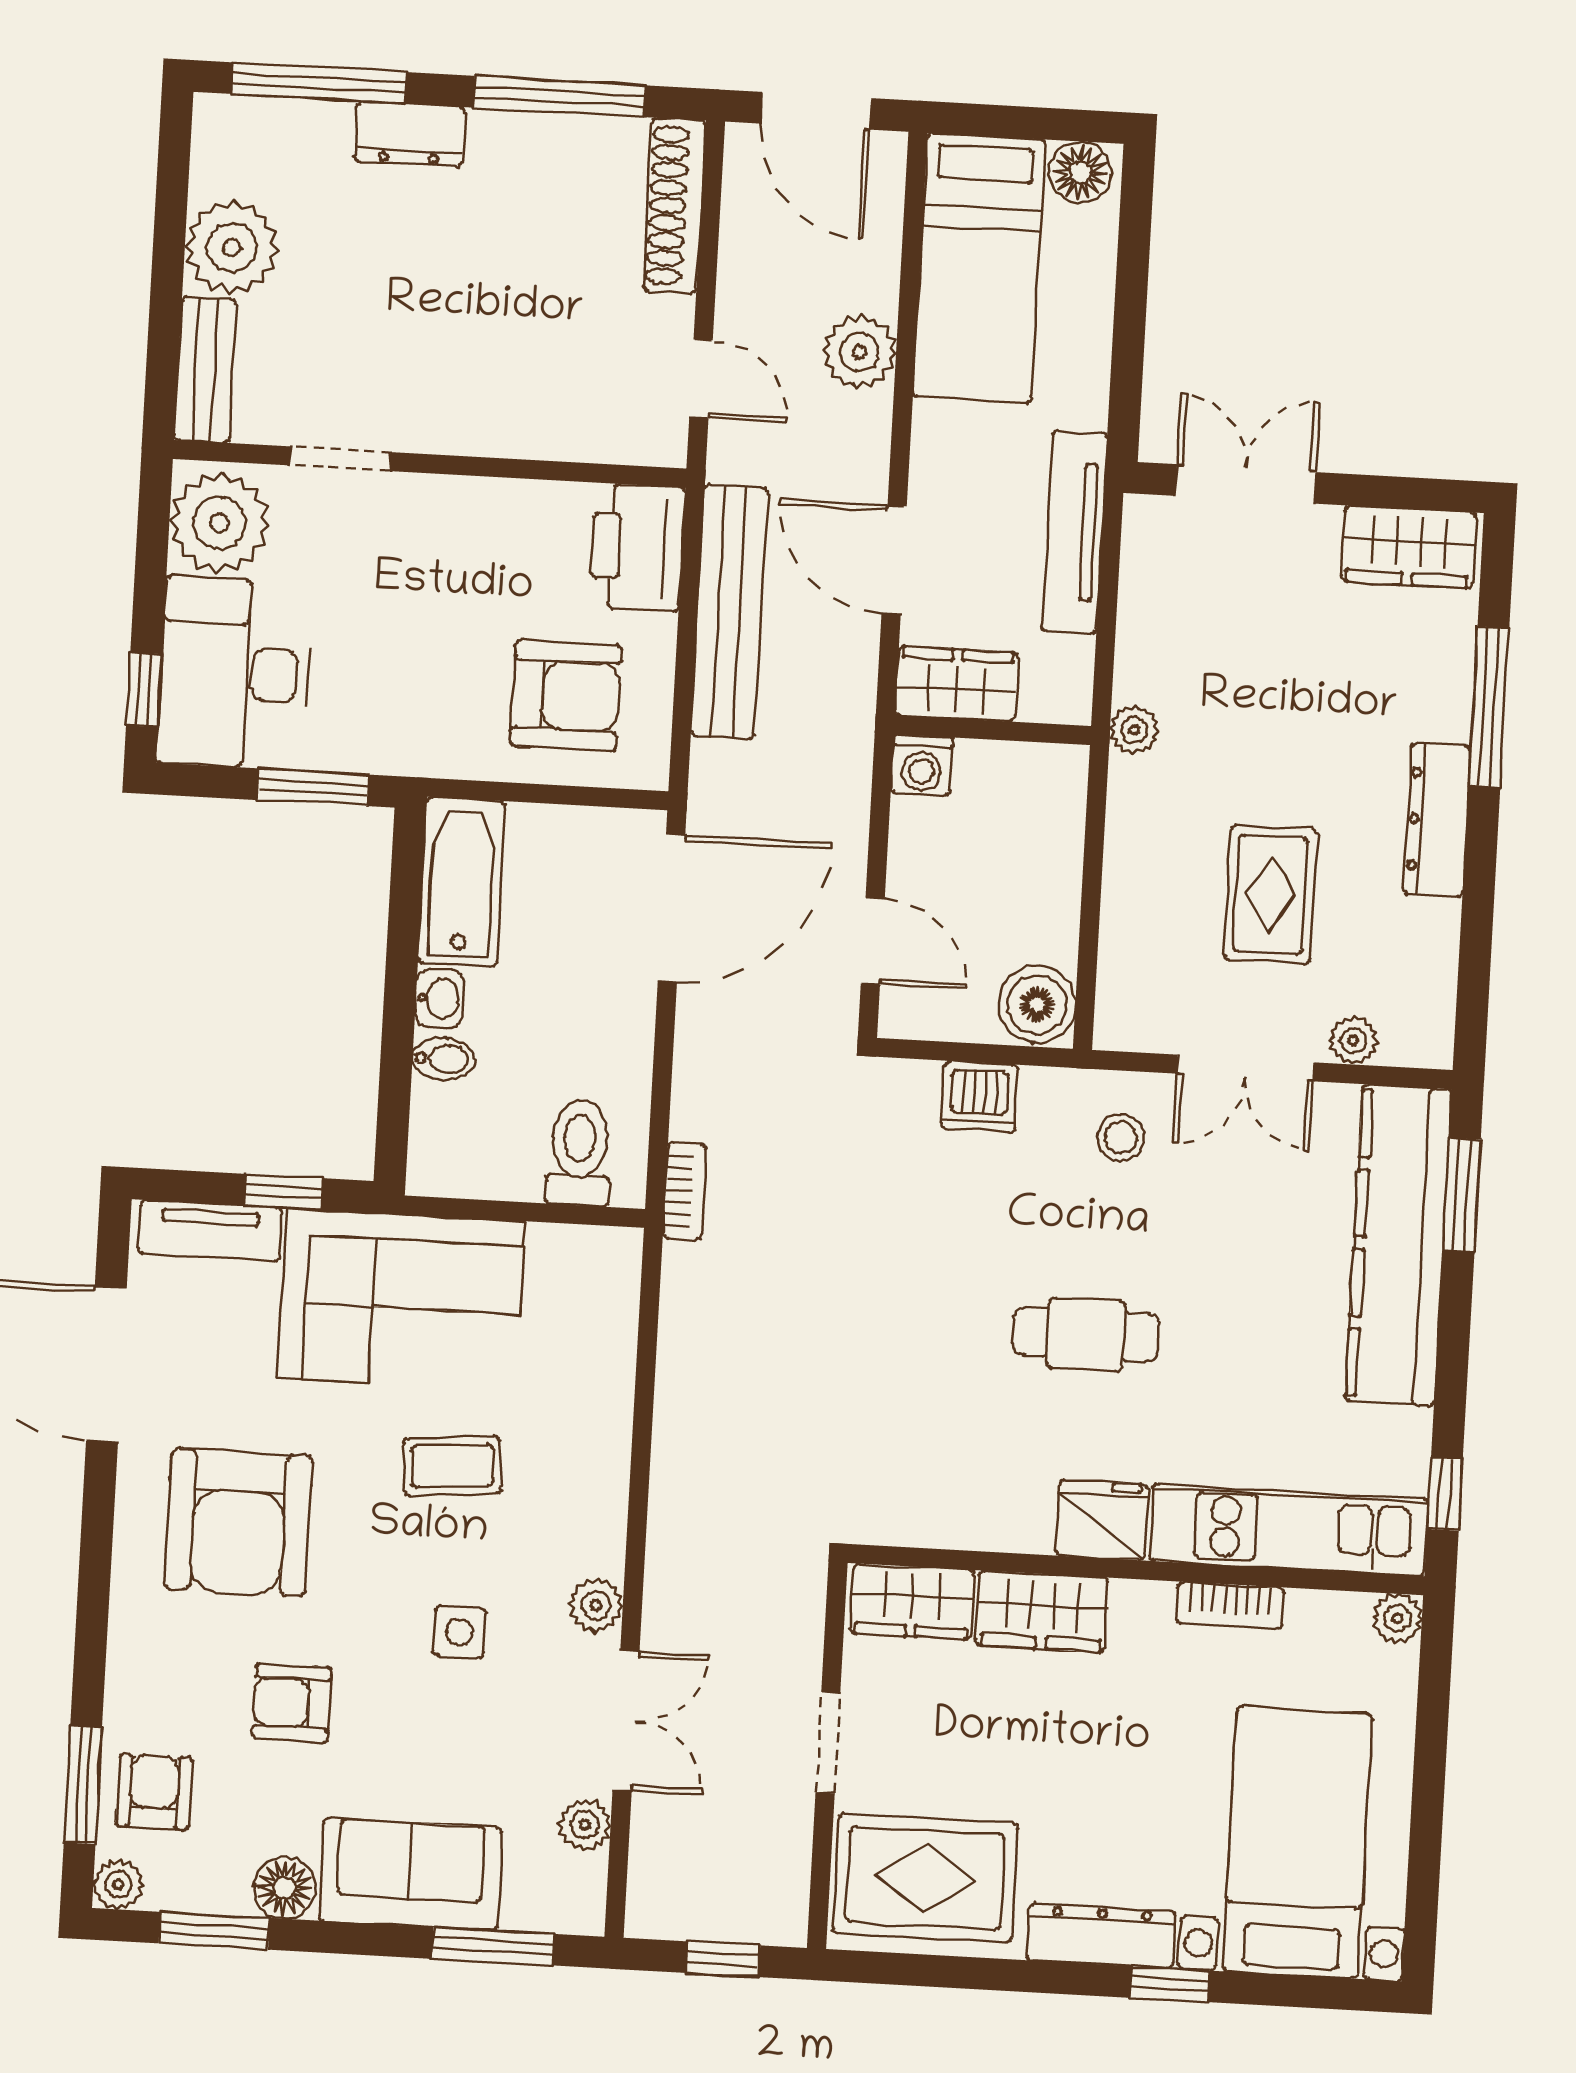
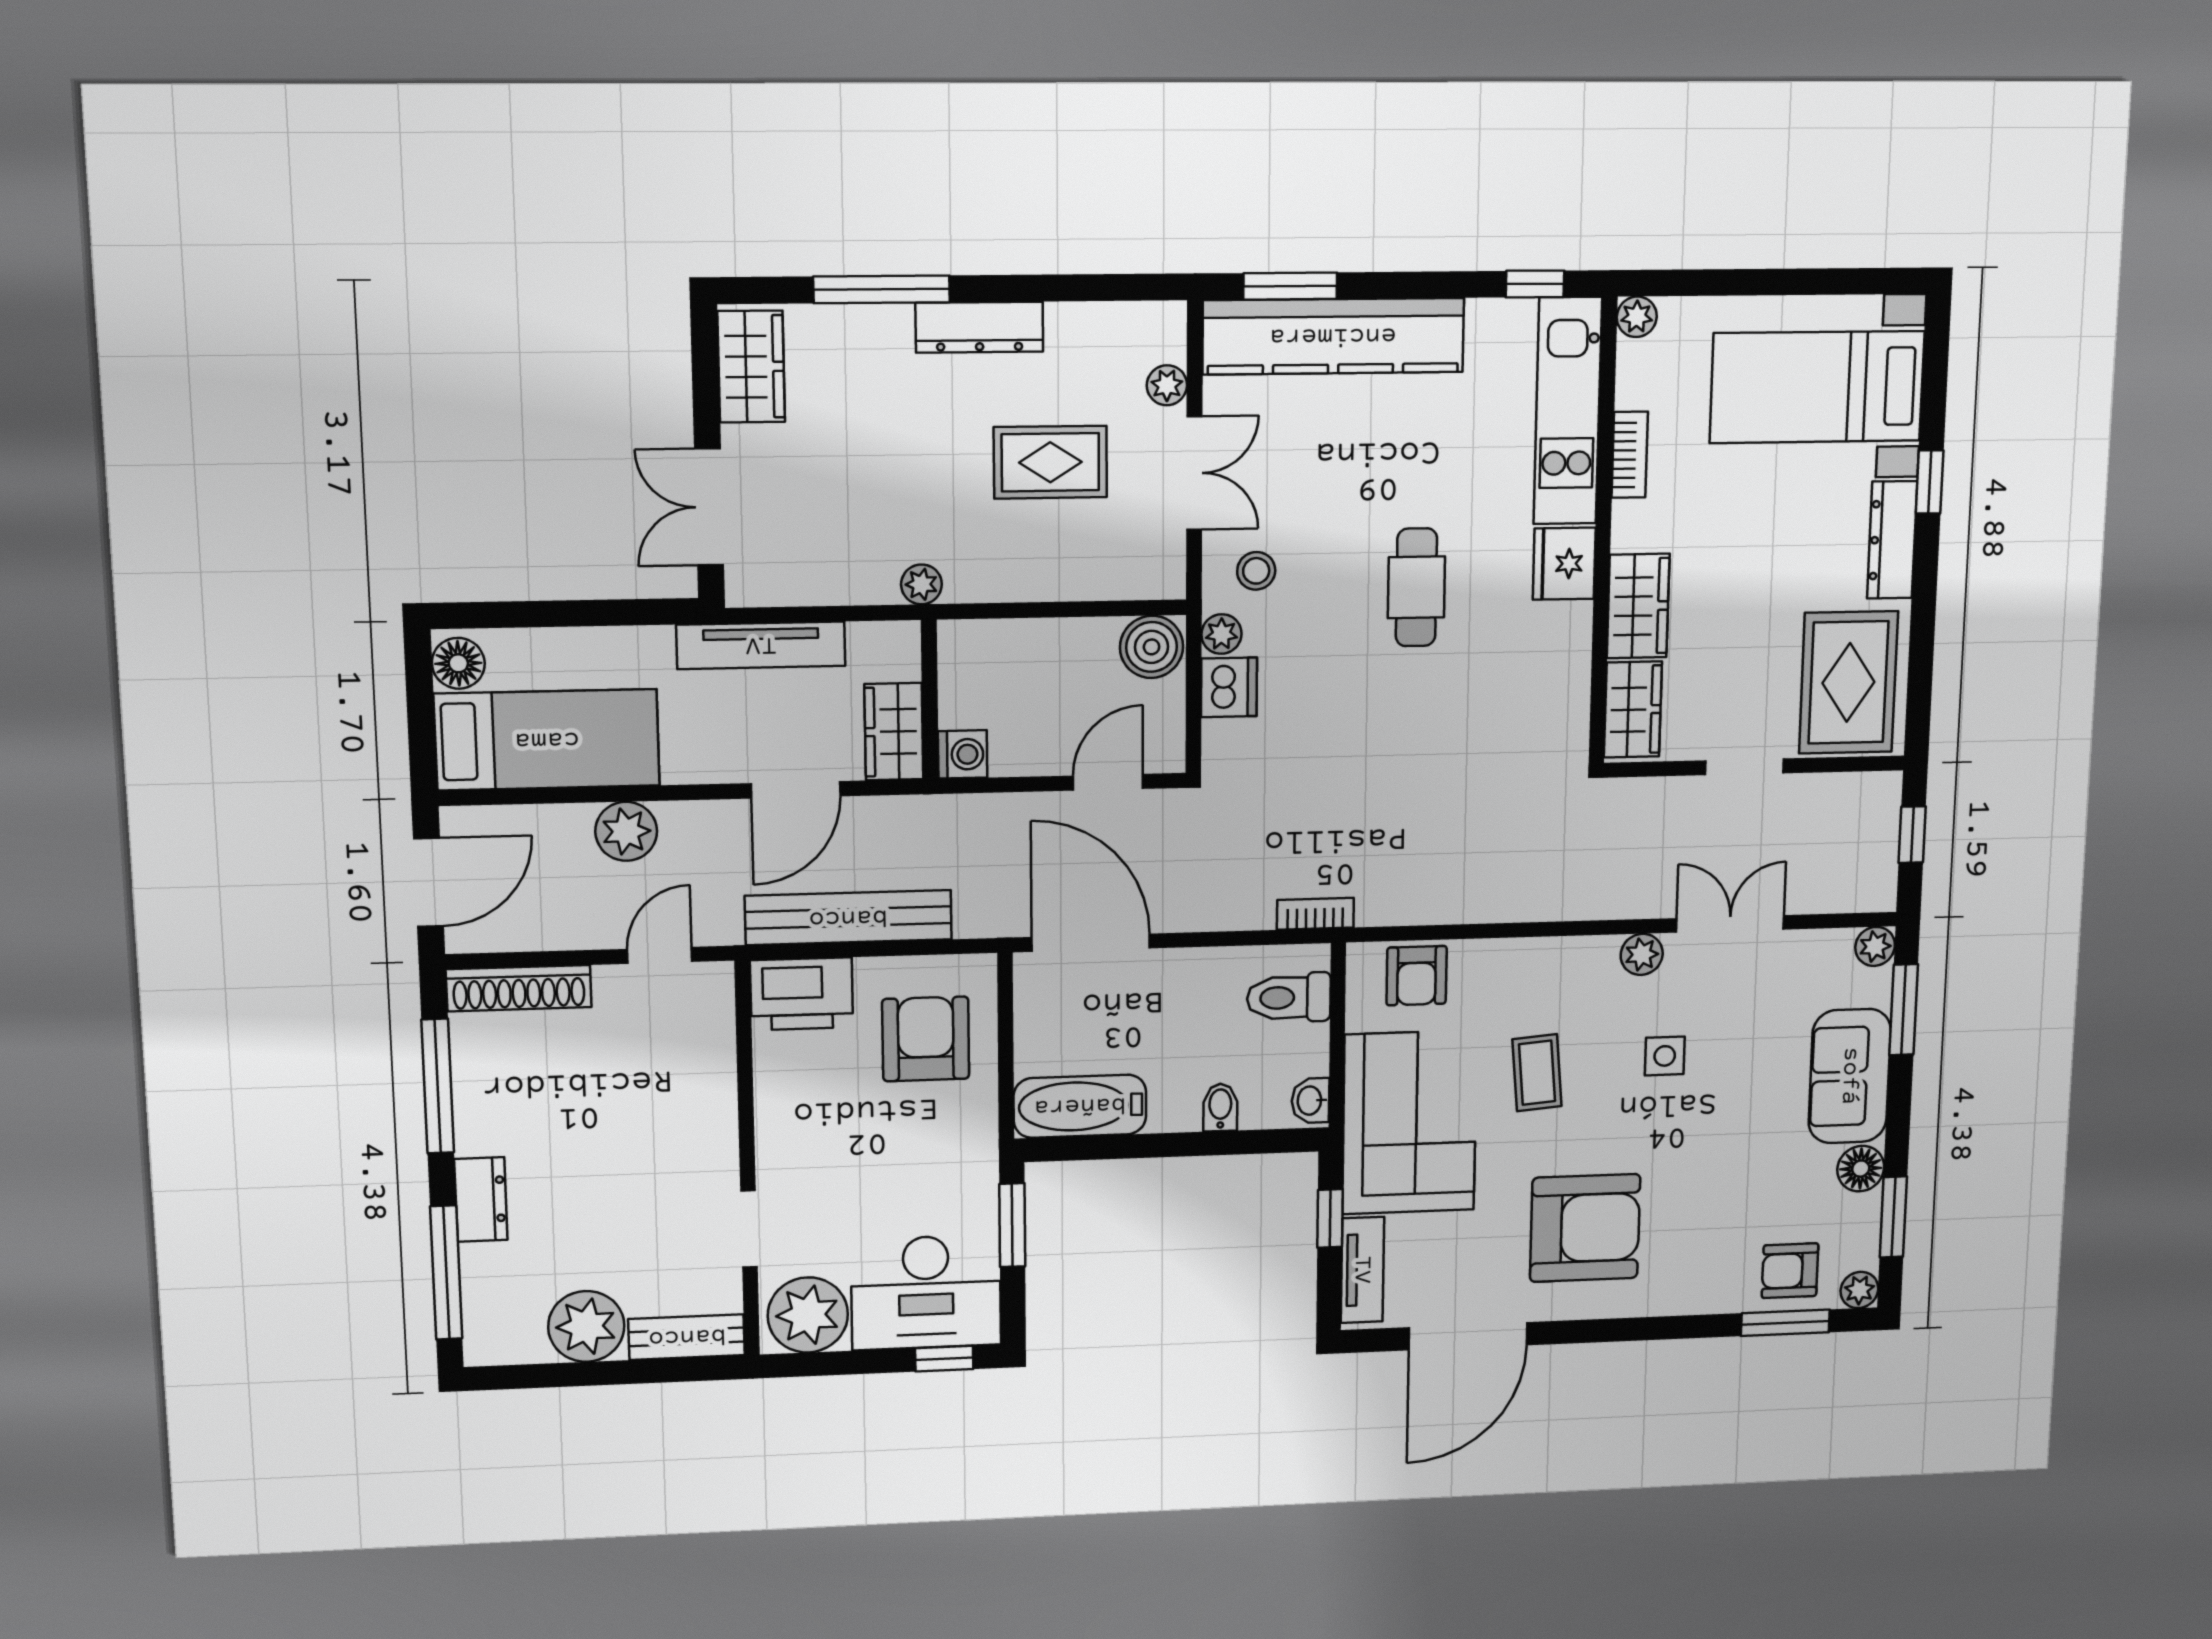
washbasin: (439, 998) -> (1310, 1101), moved, turned -90
plant: (1046, 1091) -> (1221, 634), added
armchair: (292, 1703) -> (1417, 976), moved
plant: (585, 1825) -> (1875, 946), moved

